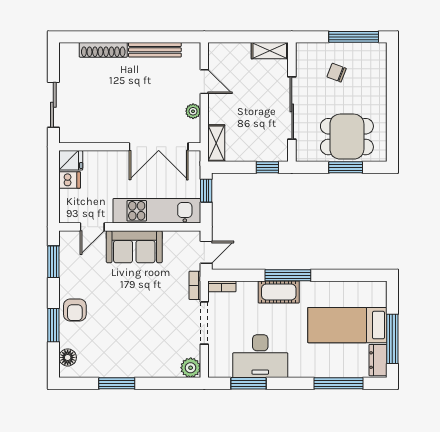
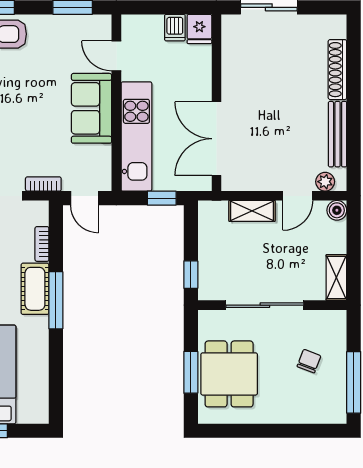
boiler: (216, 50) -> (337, 210), added
plant: (193, 111) -> (325, 182), moved
shelving: (216, 143) -> (252, 211), moved
bookcase: (222, 286) -> (42, 244), moved

